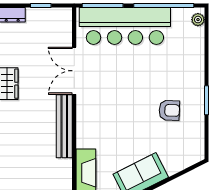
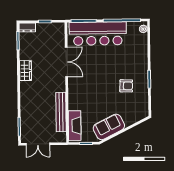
double door: (74, 71) -> (66, 62), swing flipped
bench: (64, 126) -> (61, 112), moved

